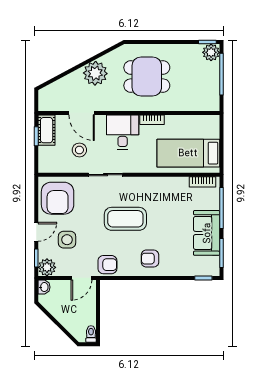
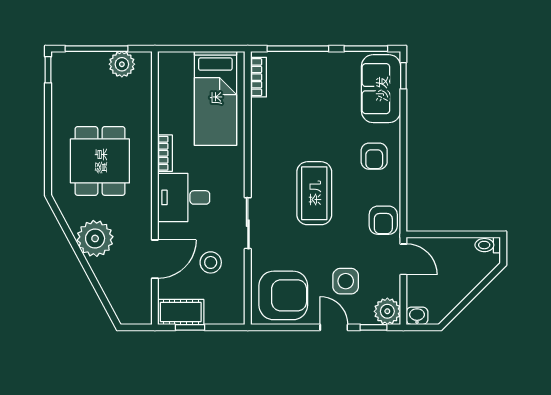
plant: (211, 52) -> (122, 64), moved
sofa: (207, 233) -> (381, 89), moved, turned 90
armchair: (107, 265) -> (383, 220), turned 180

